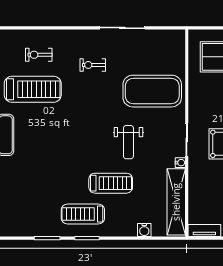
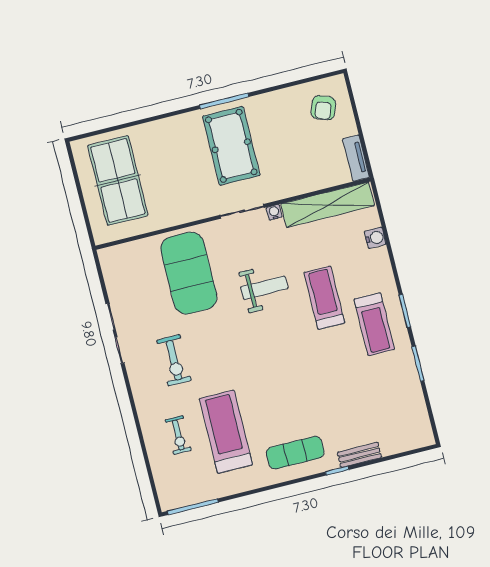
exercise bike: (93, 65) -> (174, 360), width x1.38, depth x1.39

